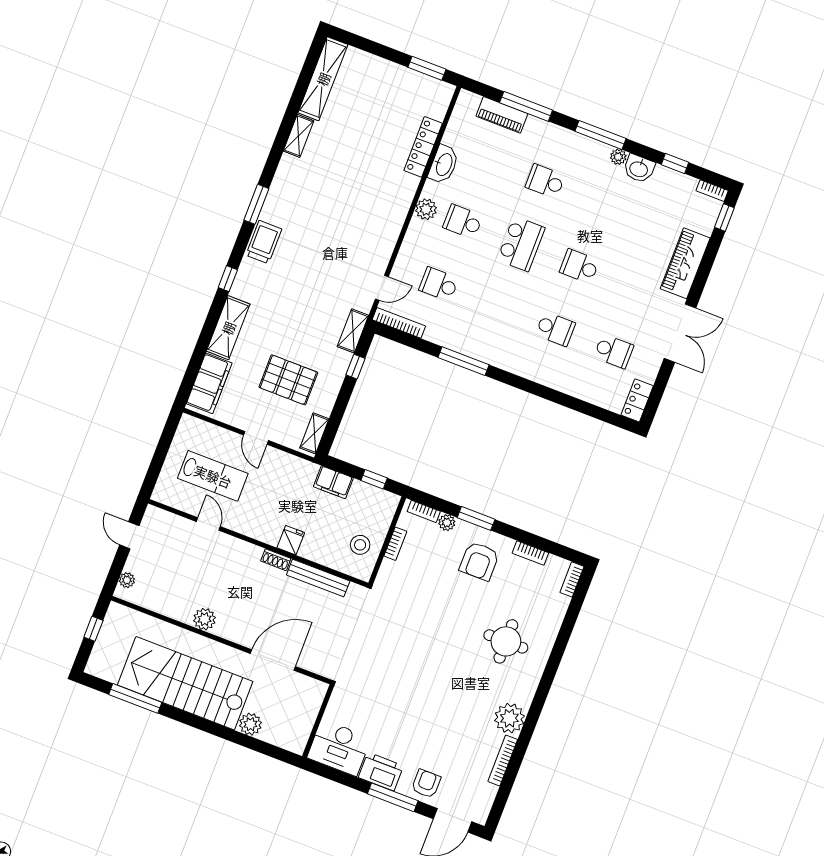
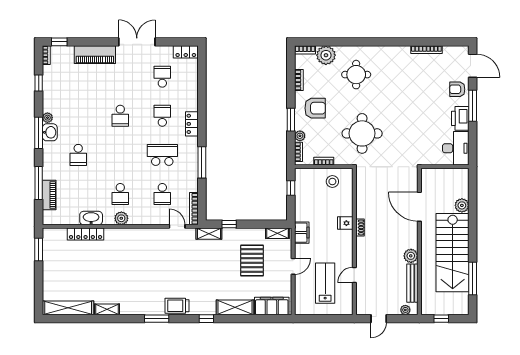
washbasin: (639, 169) -> (50, 132), moved
school desk: (521, 244) -> (162, 155), moved
locker: (526, 368) -> (192, 124), added
filing cabinet: (333, 482) -> (302, 233), moved
bench: (318, 578) -> (412, 283), moved
round table: (415, 616) -> (362, 133), added
plant: (509, 718) -> (326, 55), moved

